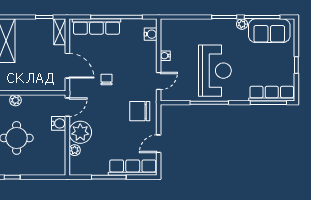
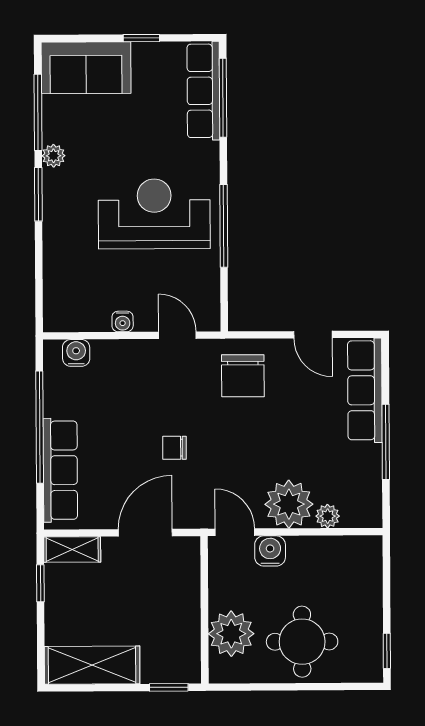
sofa: (269, 31) -> (86, 68), moved, turned 90
plant: (15, 100) -> (231, 634), width x1.88, depth x1.88

